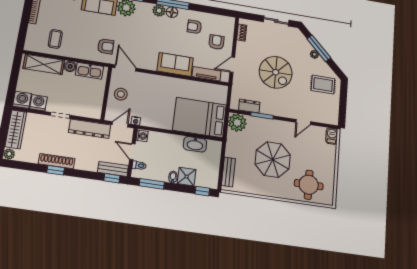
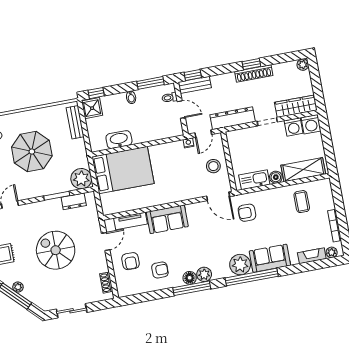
wardrobe: (16, 129) -> (296, 106), moved, turned 90
washing machine: (142, 136) -> (177, 129), removed
shower: (187, 177) -> (92, 108), moved

